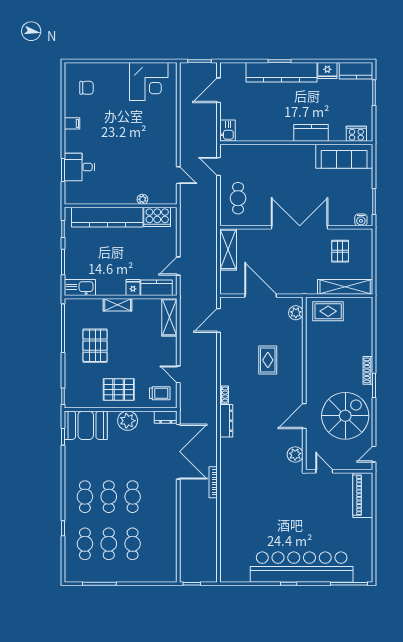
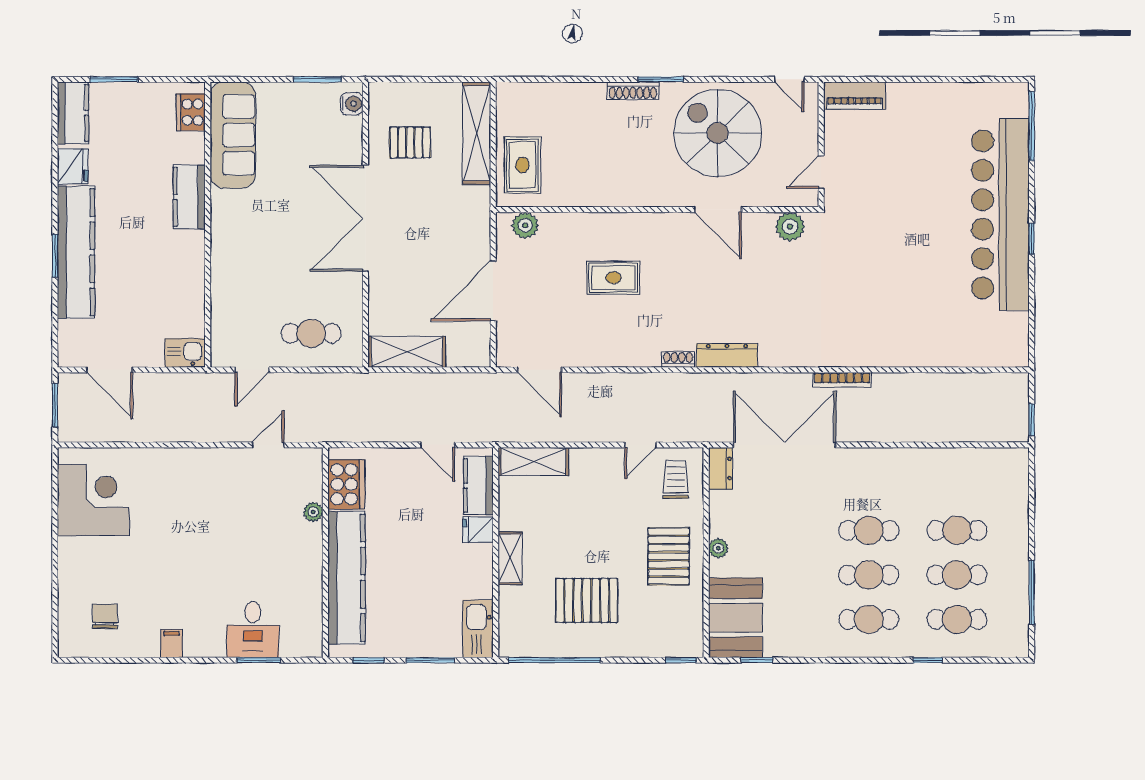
plant: (128, 421) -> (718, 548), width x0.53, depth x0.53
piano: (363, 495) -> (855, 96), width x0.73, depth x0.75

